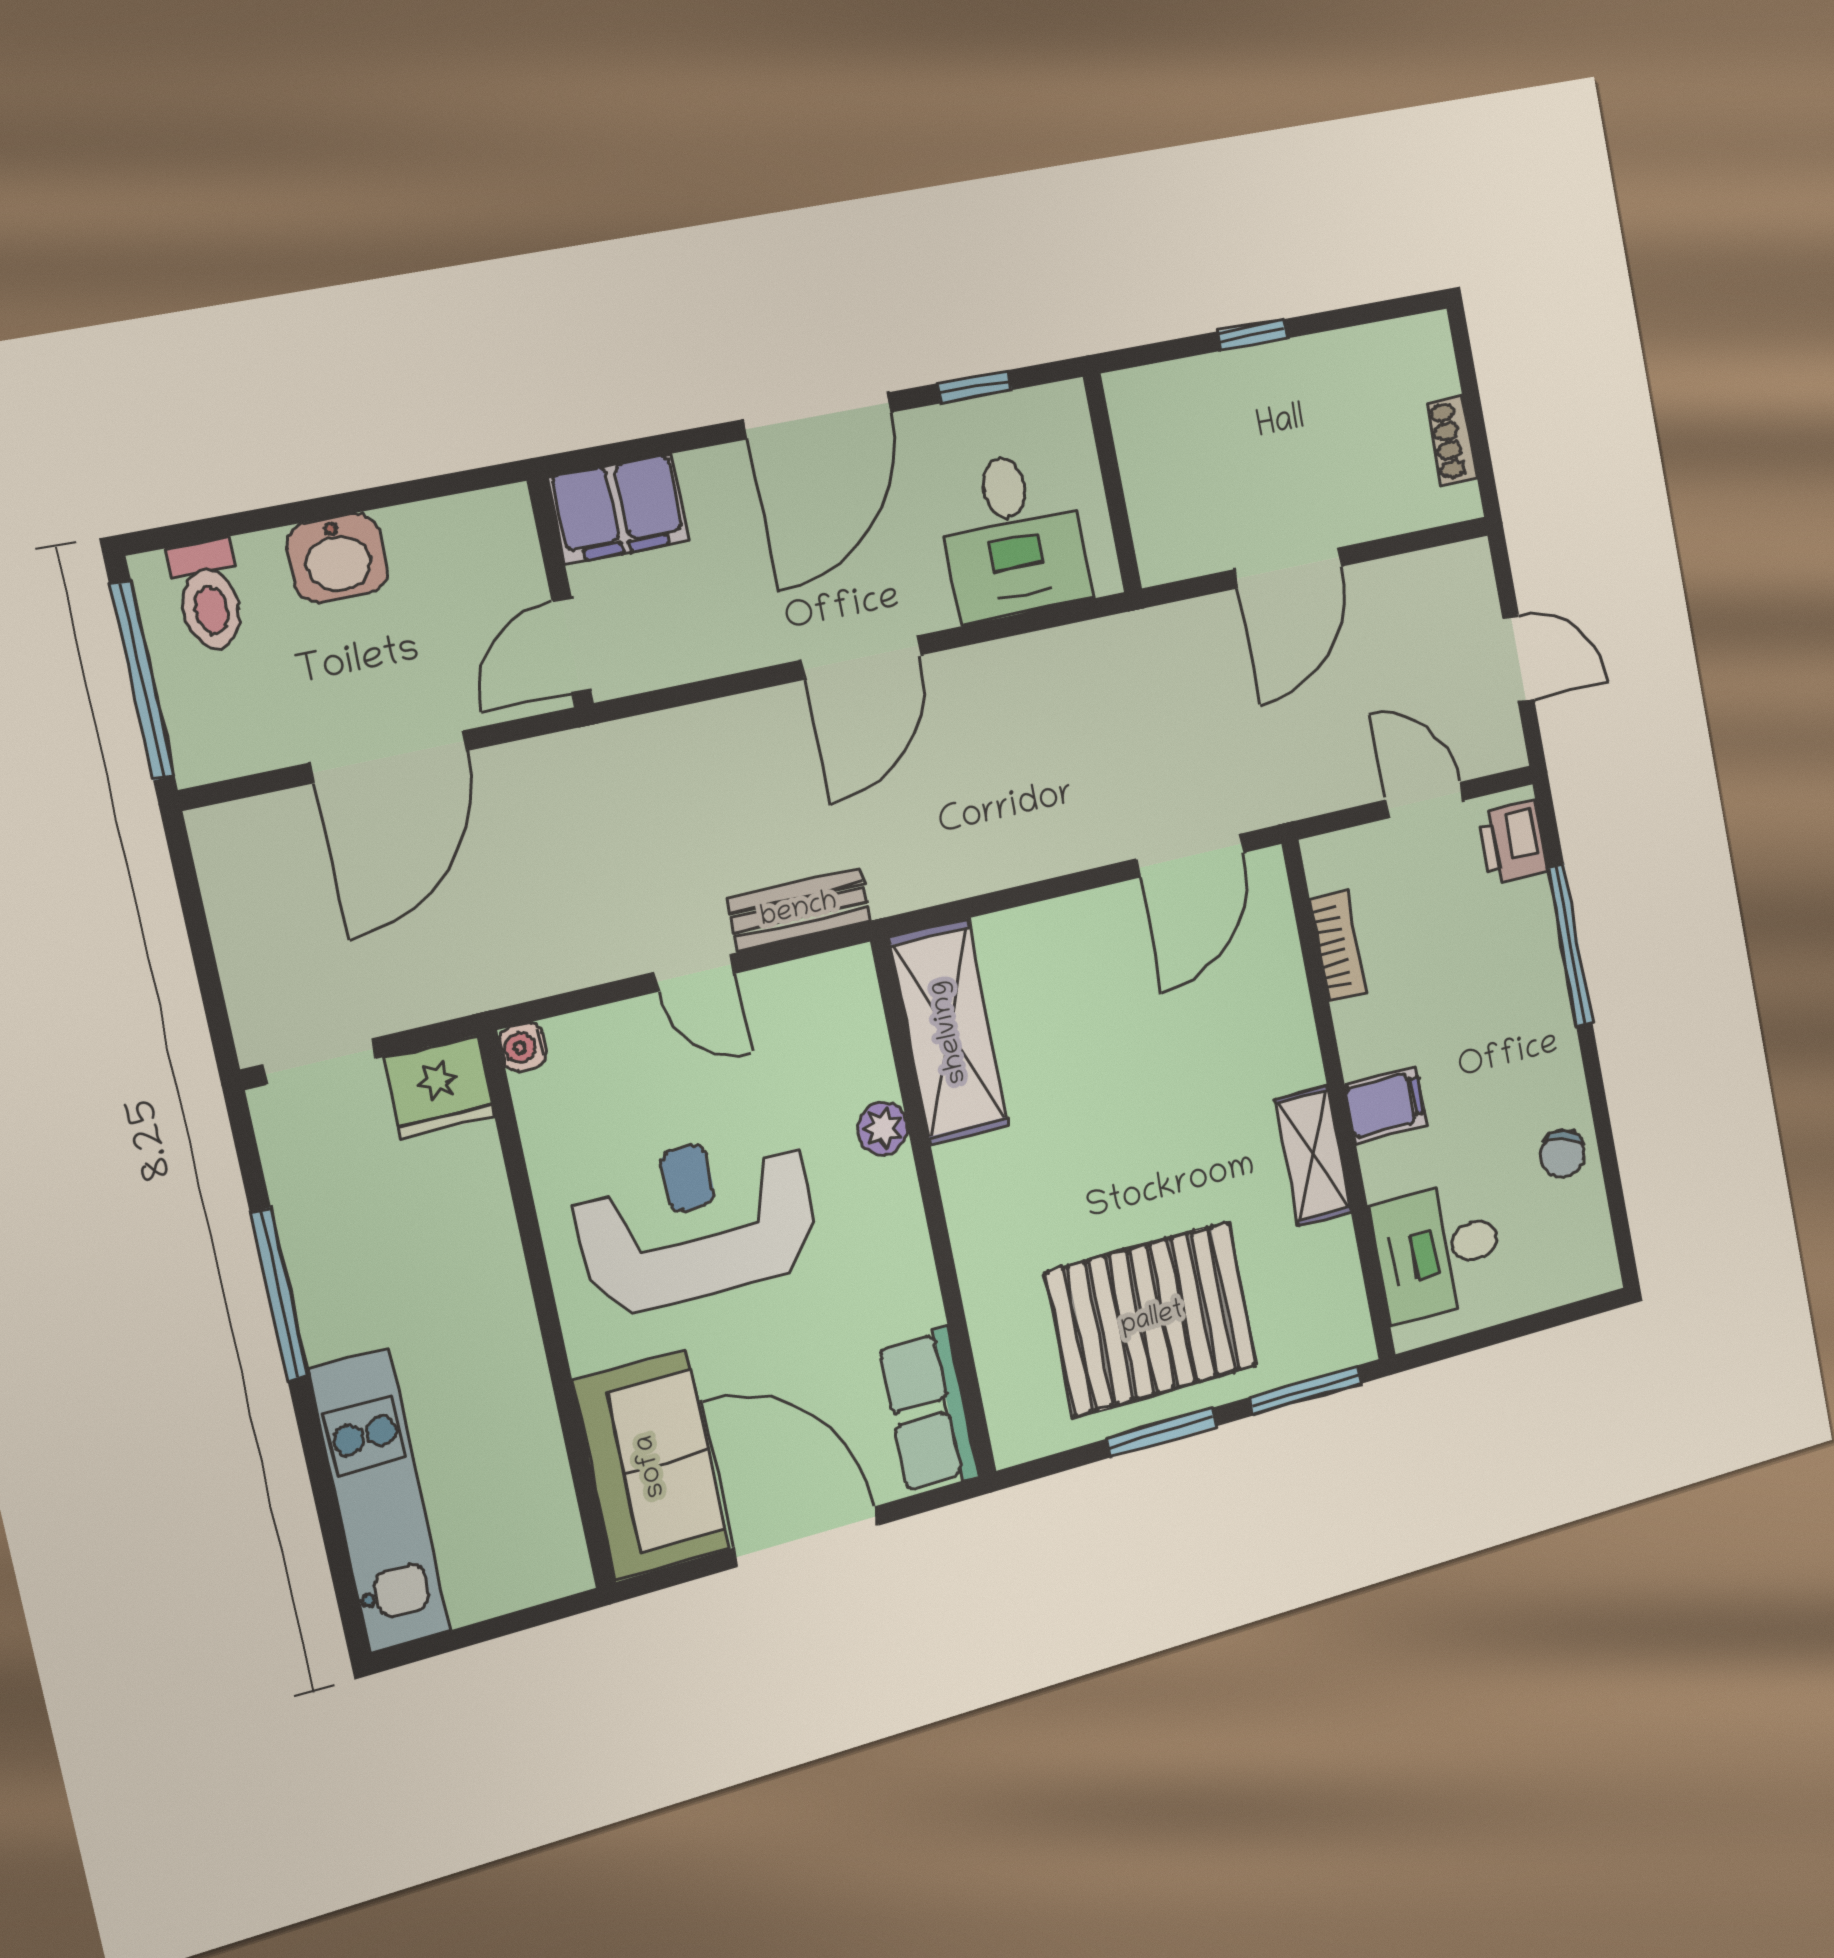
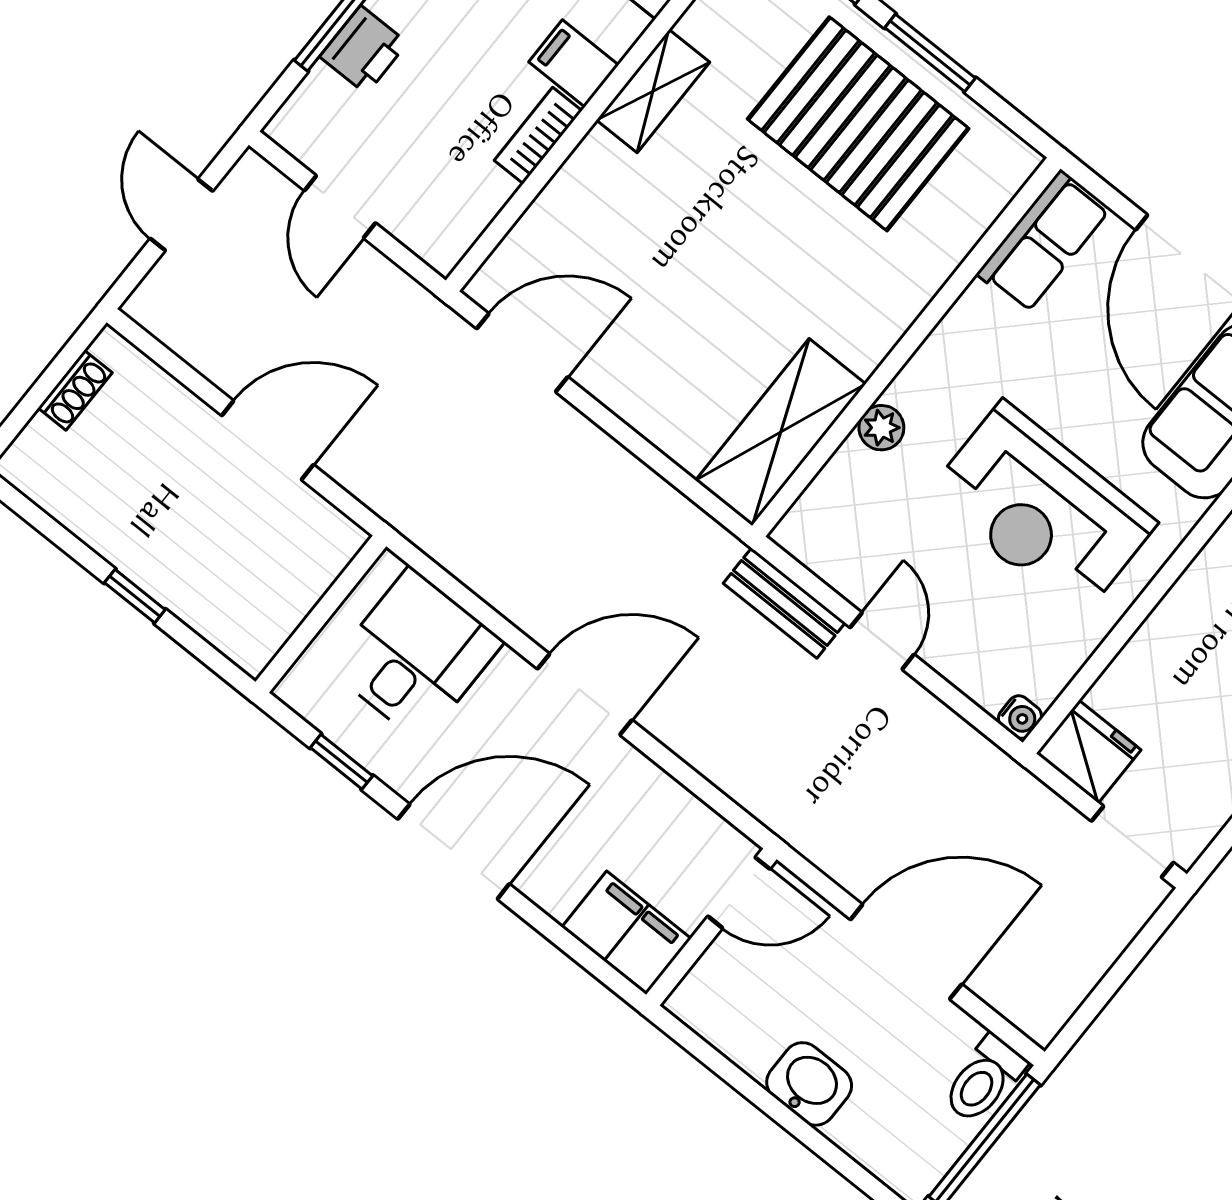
toilet: (208, 595) -> (984, 1079), moved, turned 180
printer: (1513, 842) -> (364, 50), moved
bookcase: (1338, 946) -> (538, 136), moved

